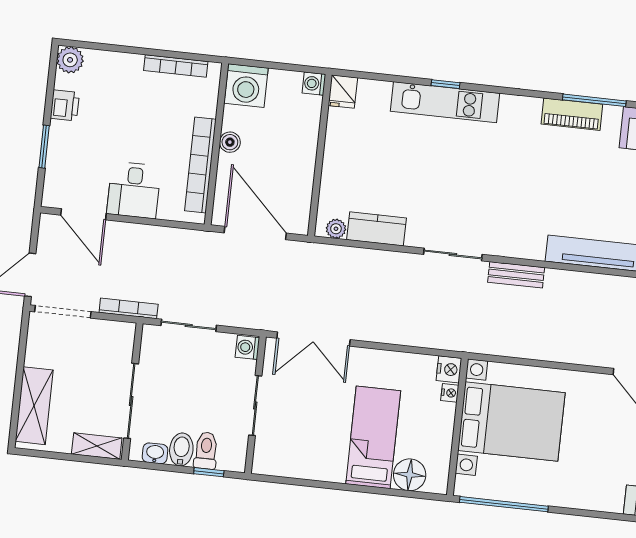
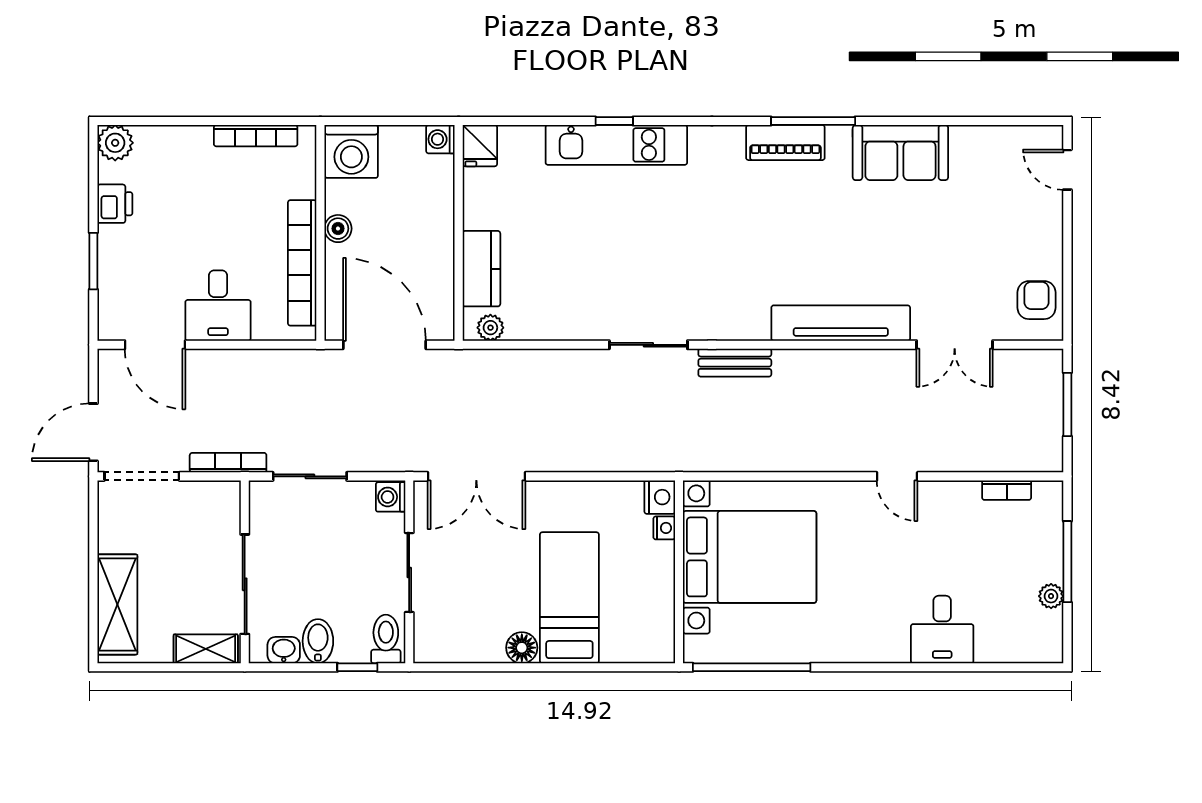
kitchen counter: (377, 229) -> (481, 269), moved, turned 90
toilet: (206, 450) -> (386, 639), moved
floor lamp: (410, 475) -> (522, 648), moved, width x0.73, depth x0.73

